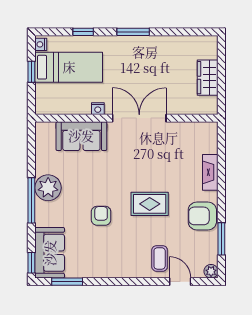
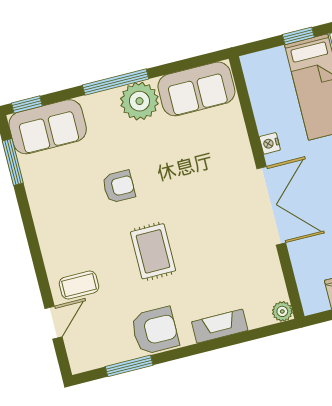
sofa: (81, 136) -> (196, 89), moved, turned -90
armchair: (202, 216) -> (155, 331), turned 90
plant: (211, 271) -> (282, 311), moved

